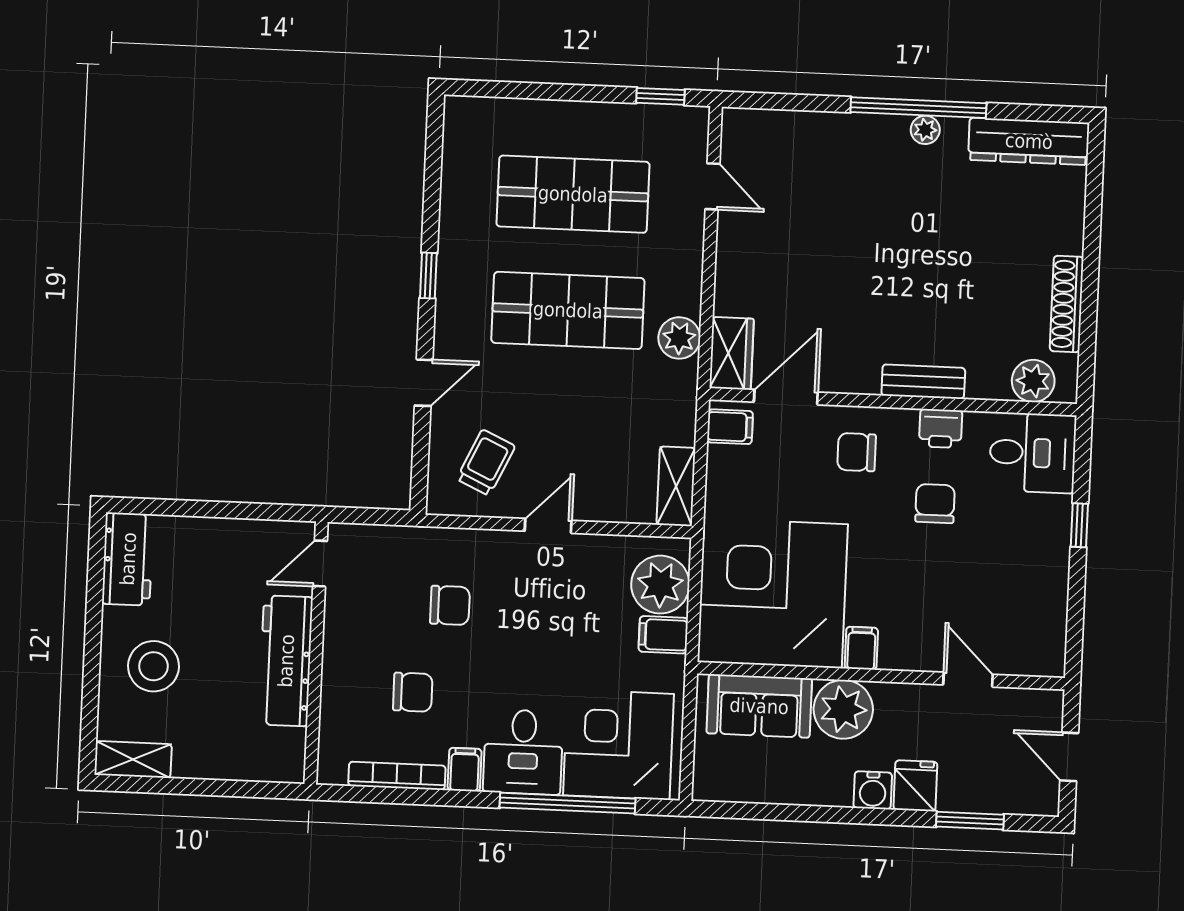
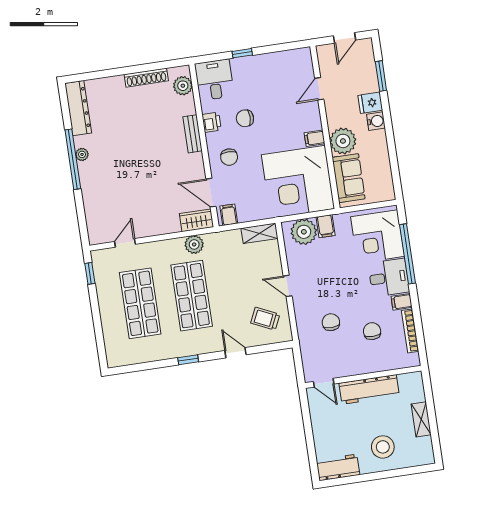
shelving: (133, 760) -> (421, 419), moved

